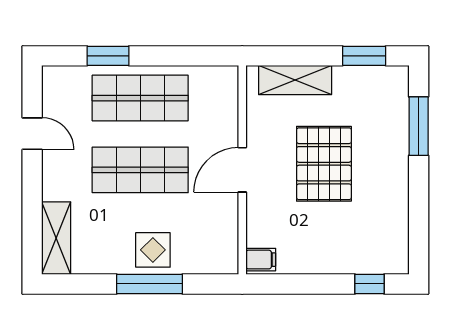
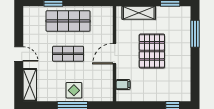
door: (32, 134) -> (19, 54), moved
shop shelf: (140, 170) -> (68, 54), width x0.70, depth x0.74
filing cabinet: (261, 260) -> (123, 85), moved

